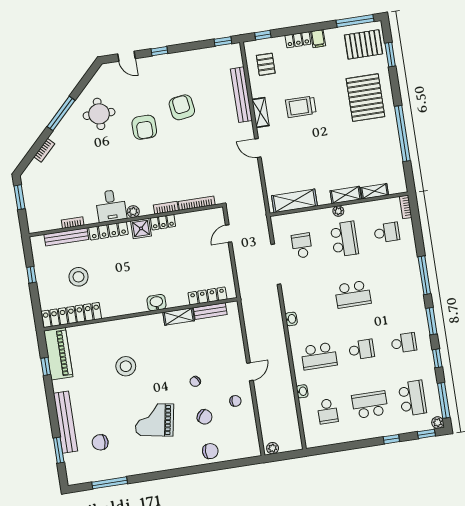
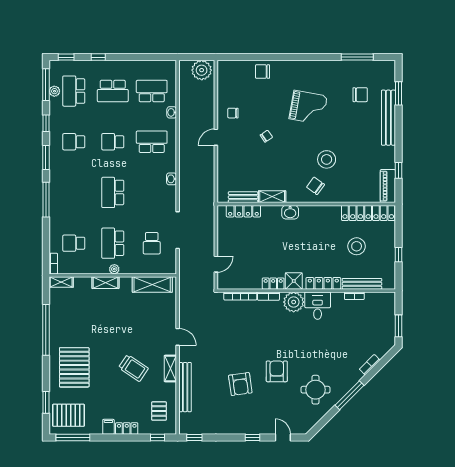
trolley: (301, 107) -> (133, 368), turned 34
shelving: (375, 191) -> (61, 282), moved
plant: (133, 212) -> (294, 302), width x1.88, depth x1.88
school desk: (353, 294) -> (113, 192), turned -90
piano: (58, 354) -> (388, 186), width x0.73, depth x0.75
school desk: (328, 411) -> (152, 91), width x1.85
chair: (205, 417) -> (315, 186), moved
plant: (438, 423) -> (54, 91), moved
plant: (273, 448) -> (202, 70), width x1.88, depth x1.88

